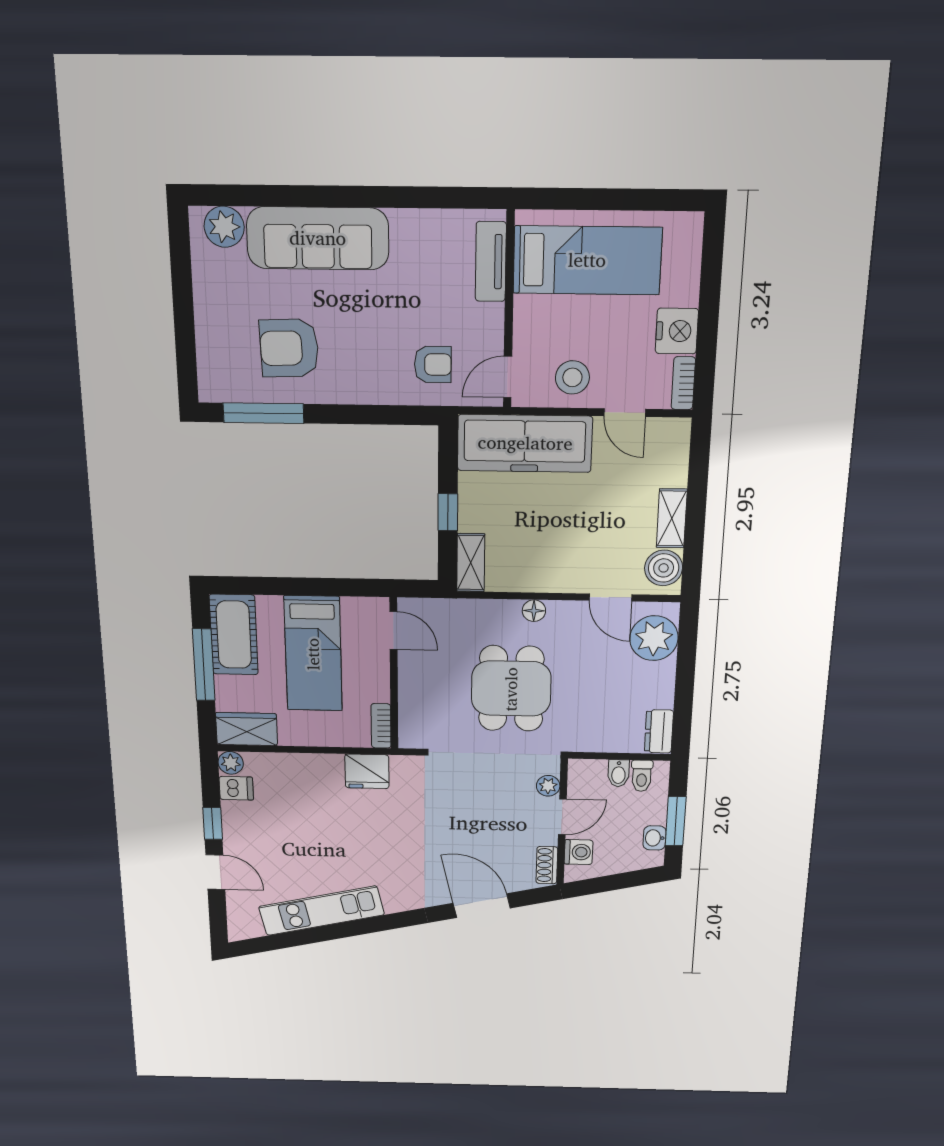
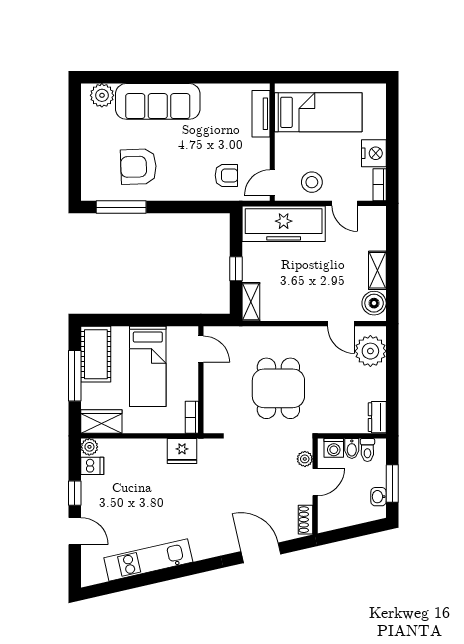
floor lamp: (534, 611) -> (292, 334), removed
washing machine: (579, 852) -> (334, 448), moved, turned 90

